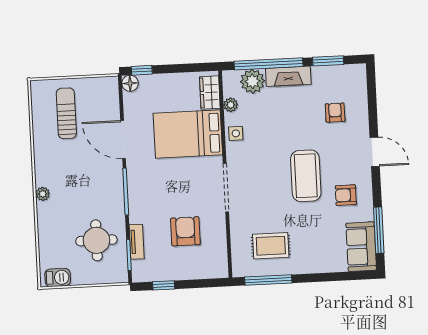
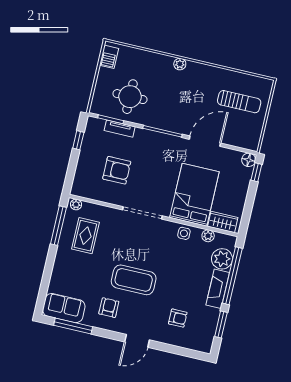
plant: (238, 267) -> (76, 205), added

